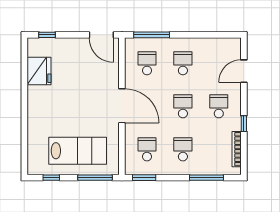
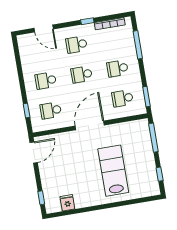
window: (152, 35) -> (27, 111), width x0.46
fridge: (39, 71) -> (67, 203), width x0.53, depth x0.75
lab bench: (78, 151) -> (113, 171), moved

